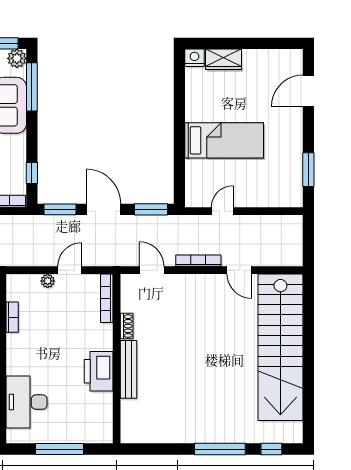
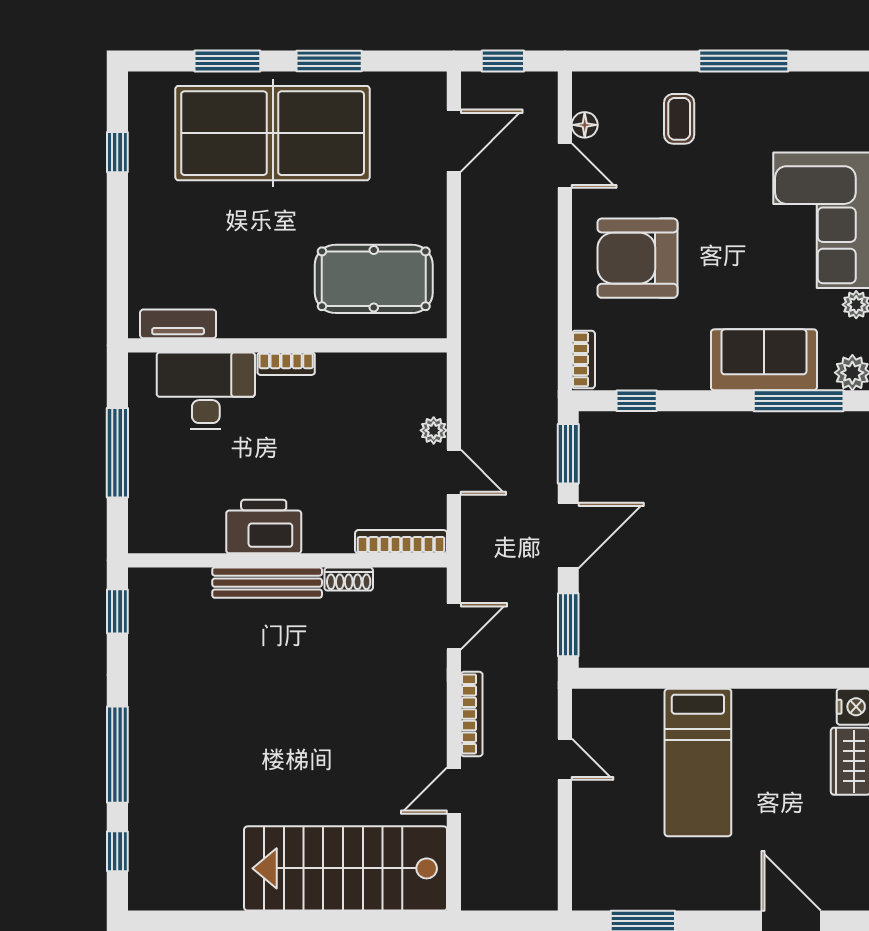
bookcase: (12, 317) -> (286, 364), moved
stairs: (280, 347) -> (346, 868), width x0.73
window: (144, 449) -> (117, 611), added

